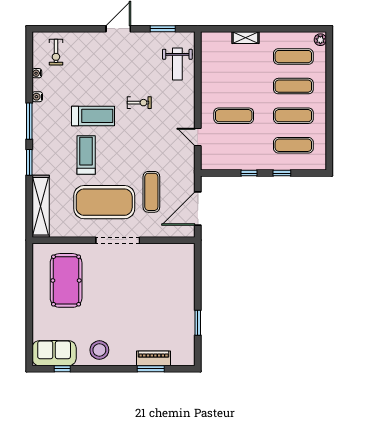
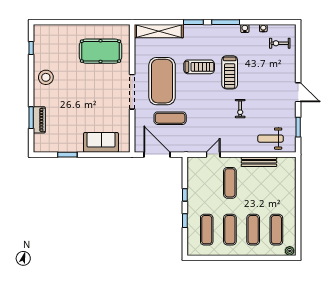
shelving: (245, 38) -> (291, 192), removed
bench: (207, 79) -> (259, 162), added
sofa: (54, 353) -> (101, 142), moved, turned -90

